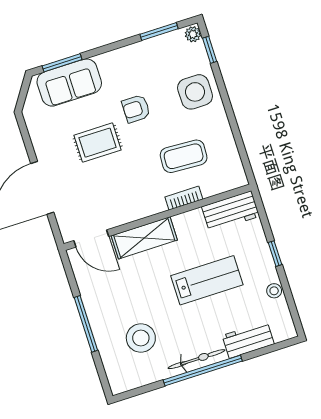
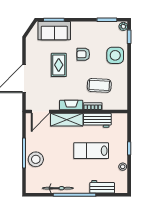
rug: (98, 143) -> (59, 65), turned 90
fireplace: (144, 209) -> (71, 105), added
workbench: (231, 211) -> (97, 120), moved
door: (91, 239) -> (40, 112), hinge flipped
lab bench: (207, 280) -> (91, 151), turned 180
stool: (141, 338) -> (36, 159), moved
bicycle: (197, 359) -> (58, 188), moved

